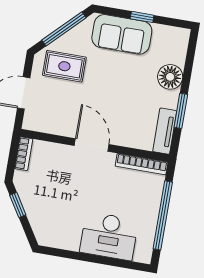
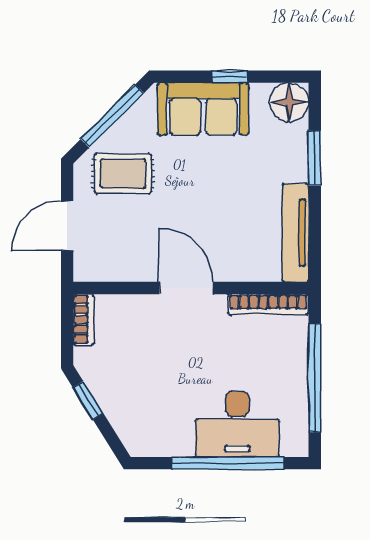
floor lamp: (170, 77) -> (289, 102), moved
window: (181, 111) -> (315, 158), moved
tv unit: (165, 131) -> (295, 233), width x1.41
window: (99, 259) -> (228, 463), added

